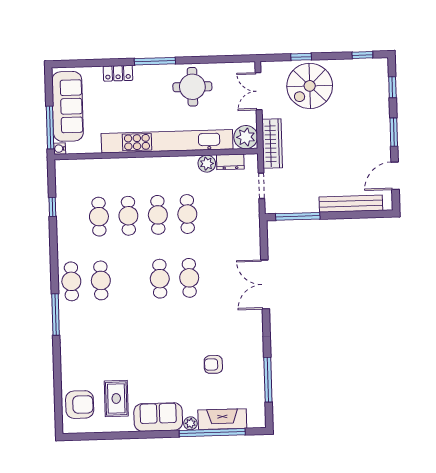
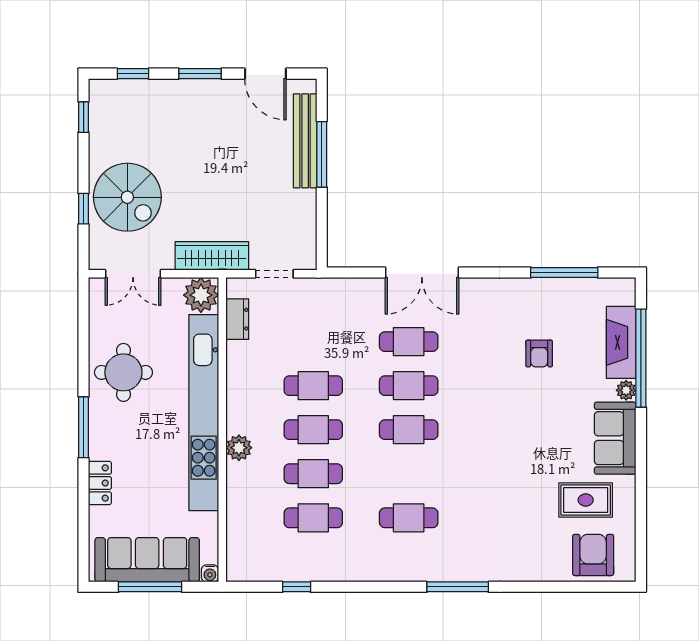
window: (50, 127) -> (150, 587), moved
plant: (207, 164) -> (239, 448), moved
window: (298, 216) -> (322, 154), moved
cafe table: (71, 281) -> (409, 342), moved

